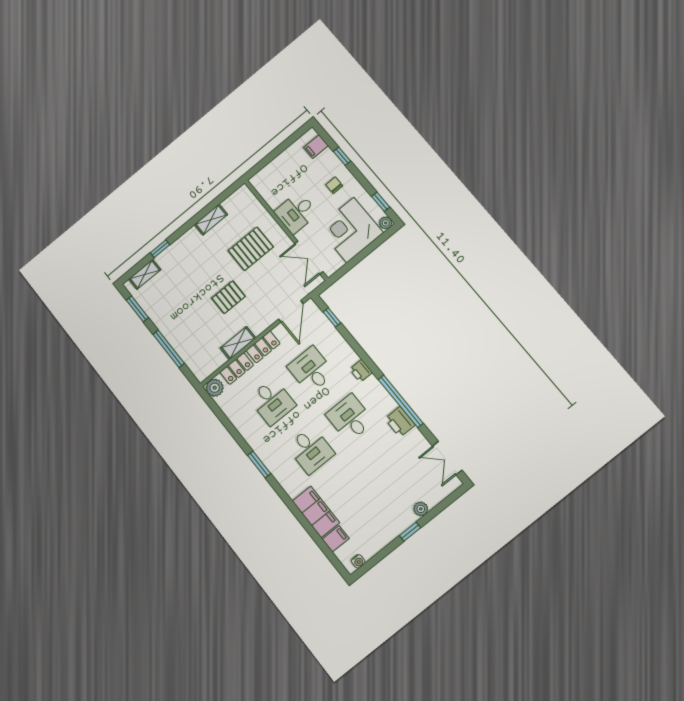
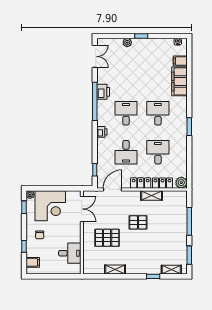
desk: (296, 213) -> (70, 253), moved
desk: (350, 418) -> (126, 113), turned 180

